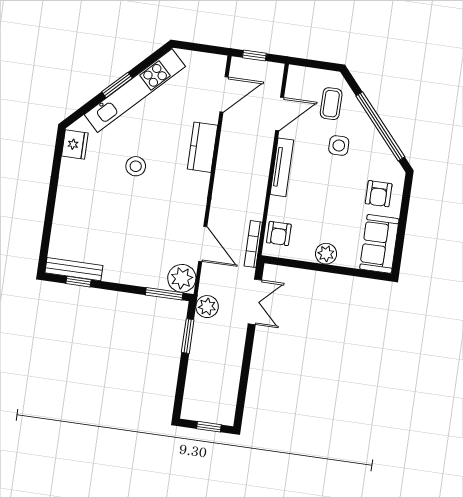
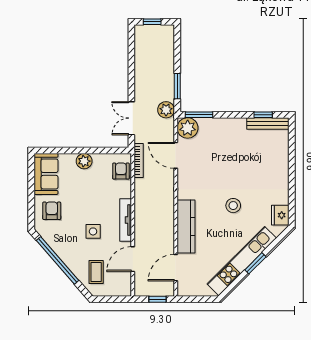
side table: (339, 146) -> (93, 231), moved
kitchen counter: (203, 147) -> (186, 227), width x1.50

